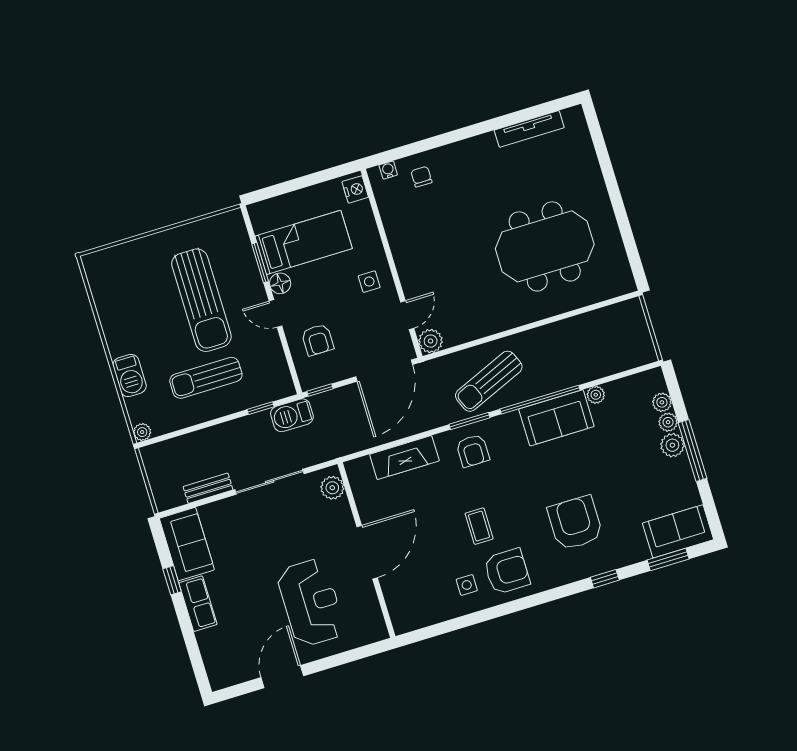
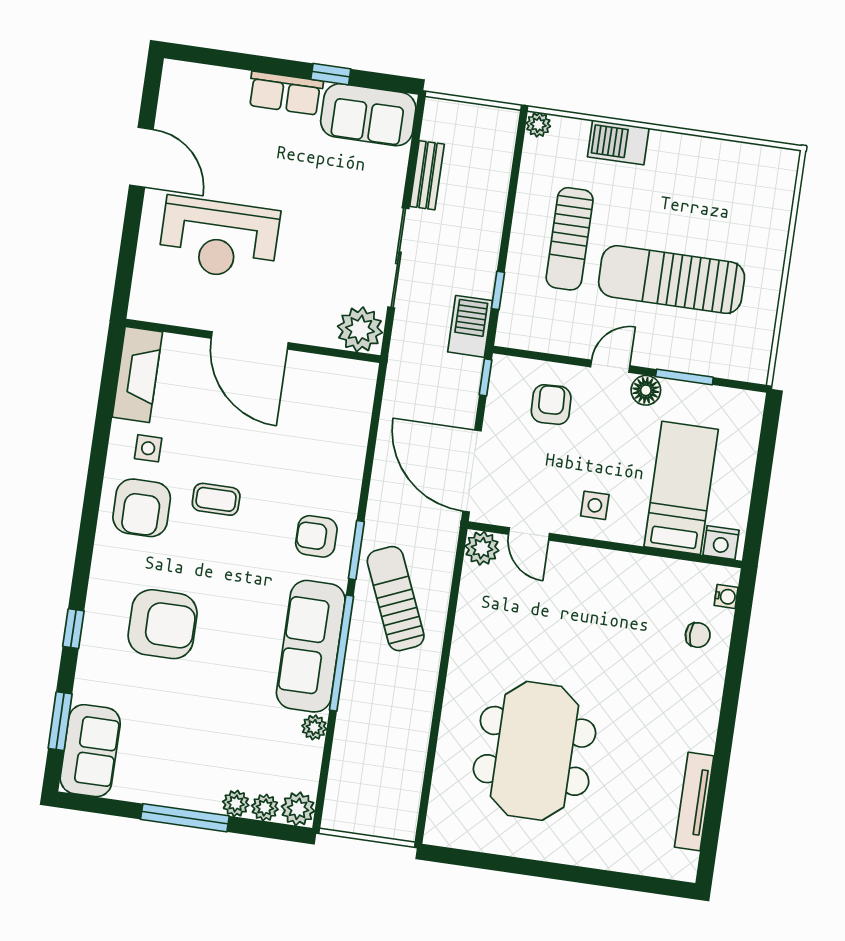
bed: (304, 242) -> (681, 488), moved, turned 180
armchair: (318, 340) -> (551, 404), turned 88
sun lounger: (206, 378) -> (570, 239), turned 180
sofa: (556, 418) -> (311, 646), width x1.36
plant: (672, 445) -> (298, 809), moved
fireplace: (404, 458) -> (137, 374), moved, turned 180
plant: (332, 488) -> (360, 329), width x1.36, depth x1.36

